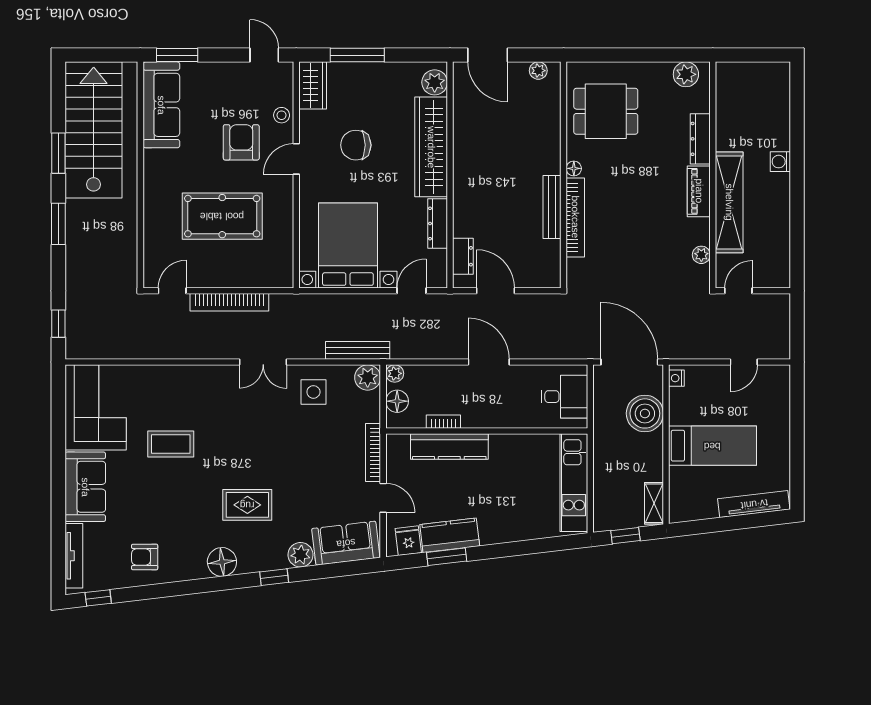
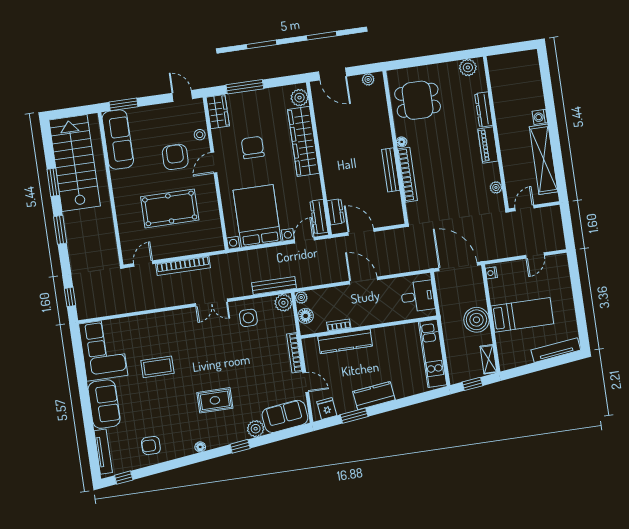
chair: (356, 145) -> (253, 148), turned 90
shelving: (729, 202) -> (544, 159), moved
dresser: (438, 223) -> (319, 217), moved
boiler: (645, 413) -> (476, 320), moved
kitchen counter: (450, 535) -> (374, 396), moved
floor lamp: (222, 562) -> (200, 447), width x0.53, depth x0.53

